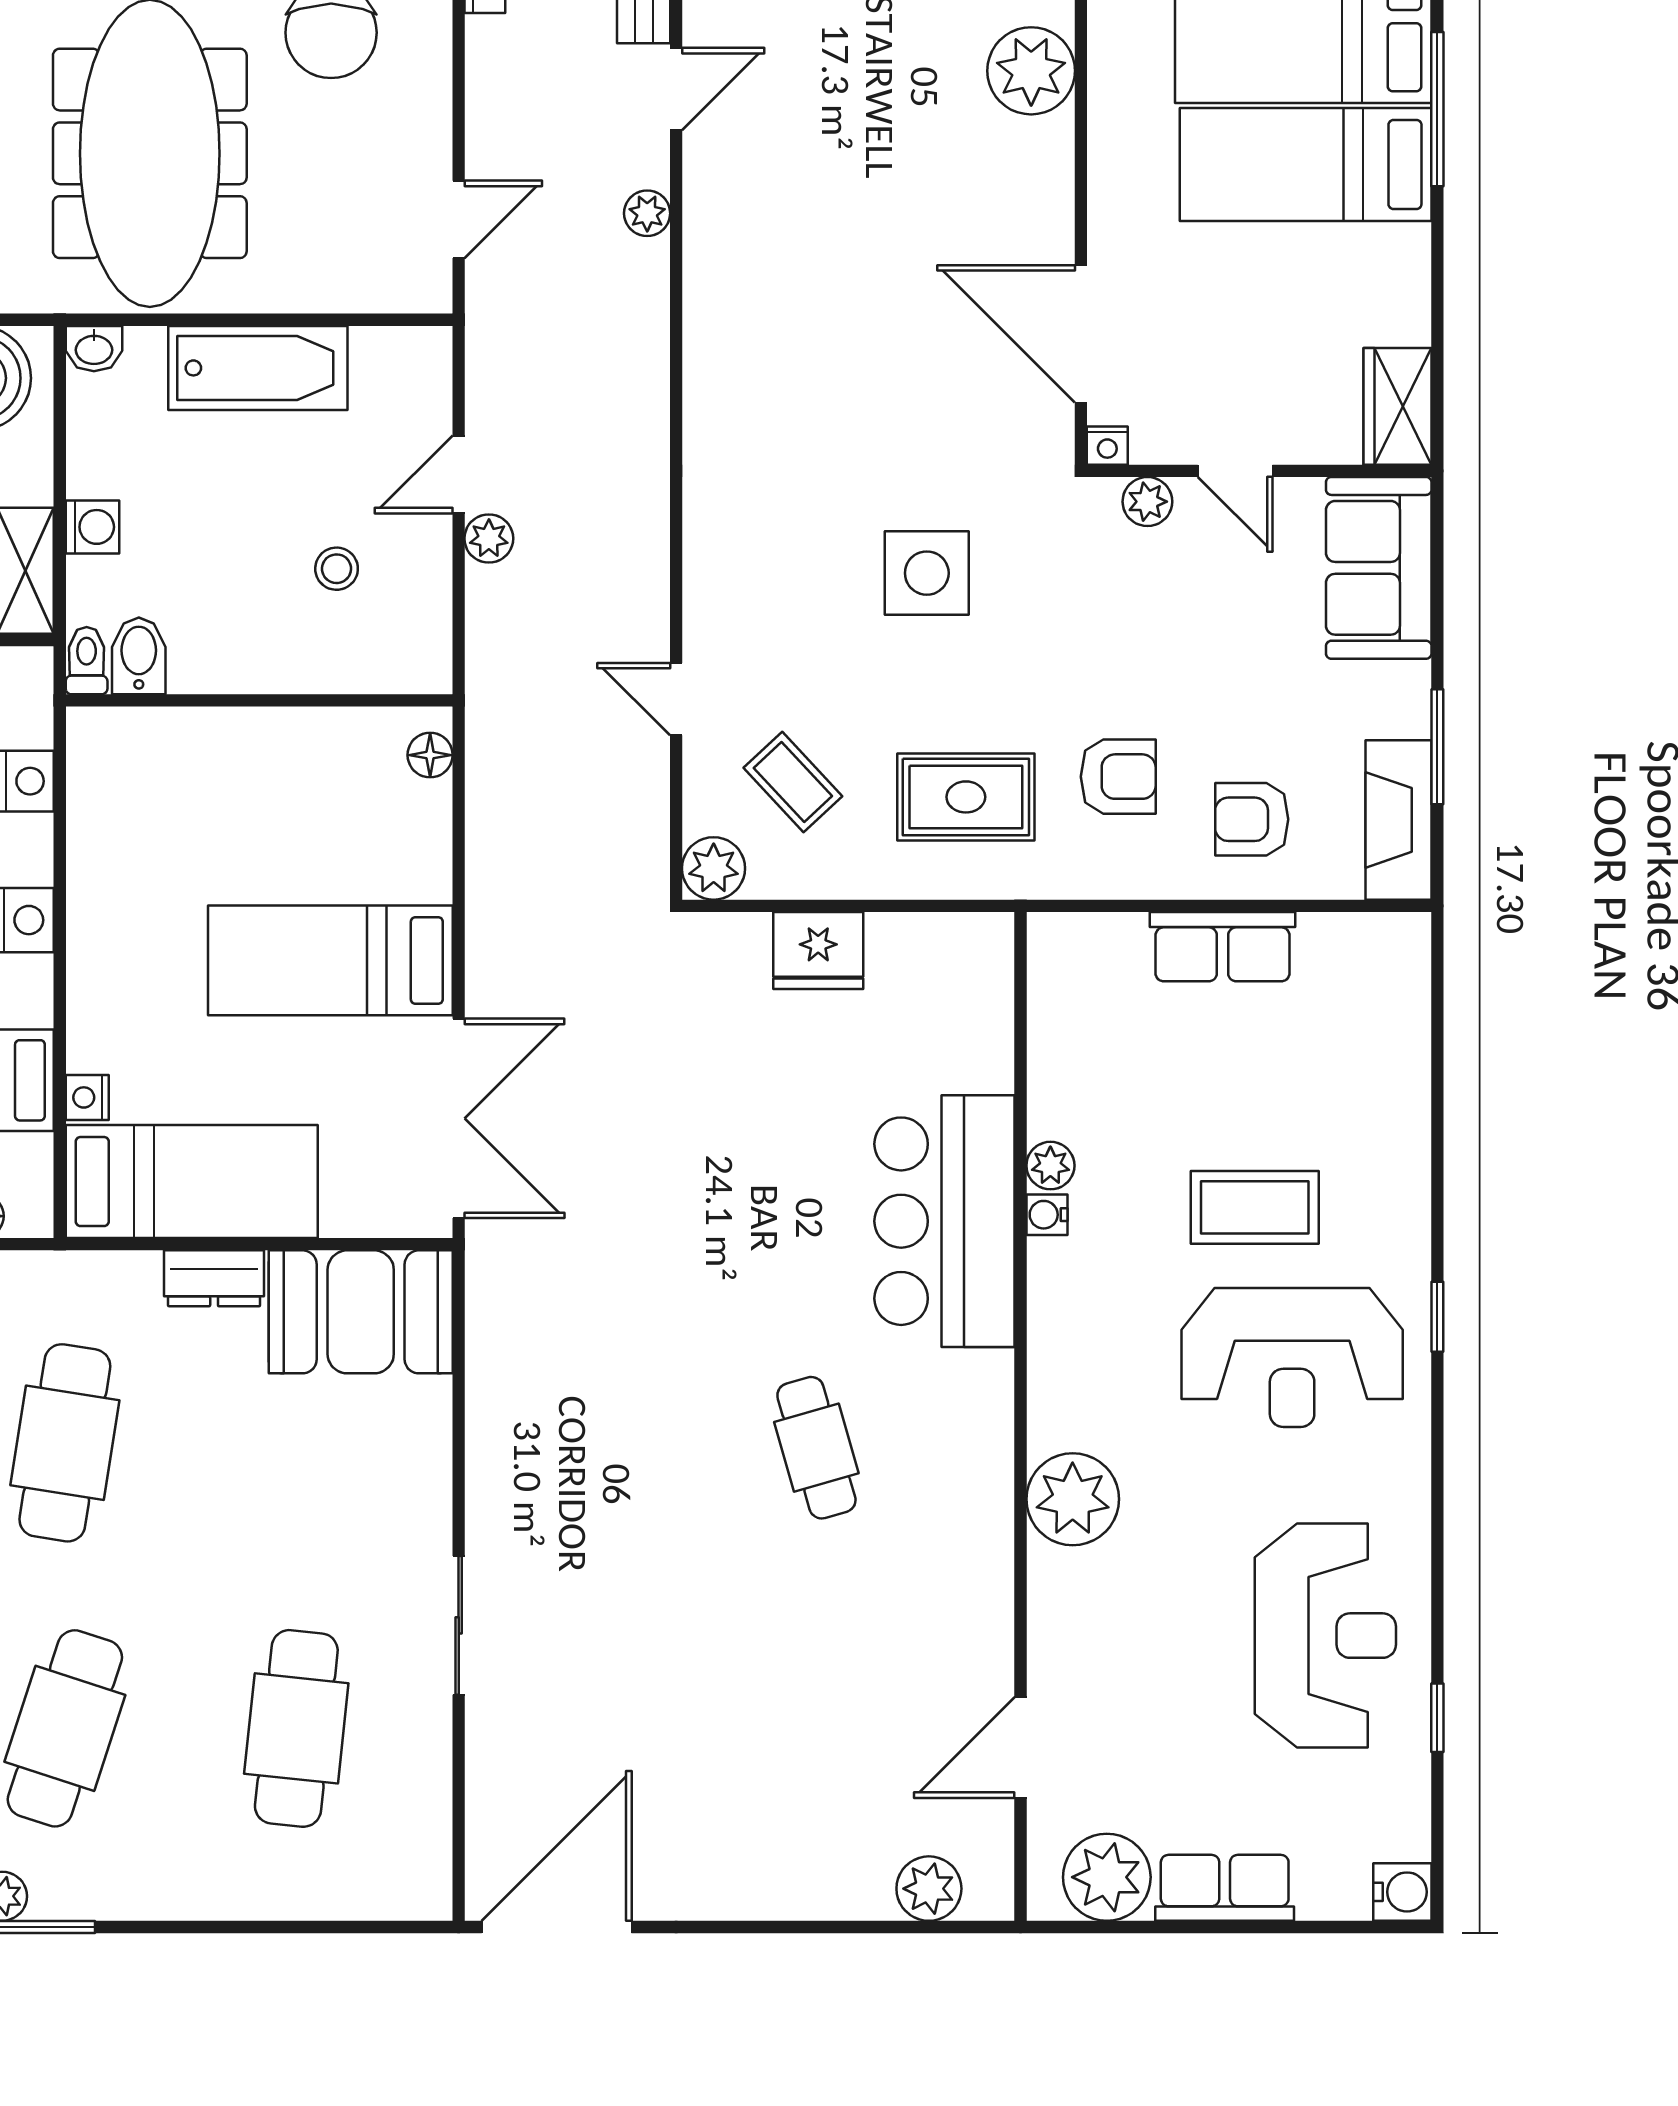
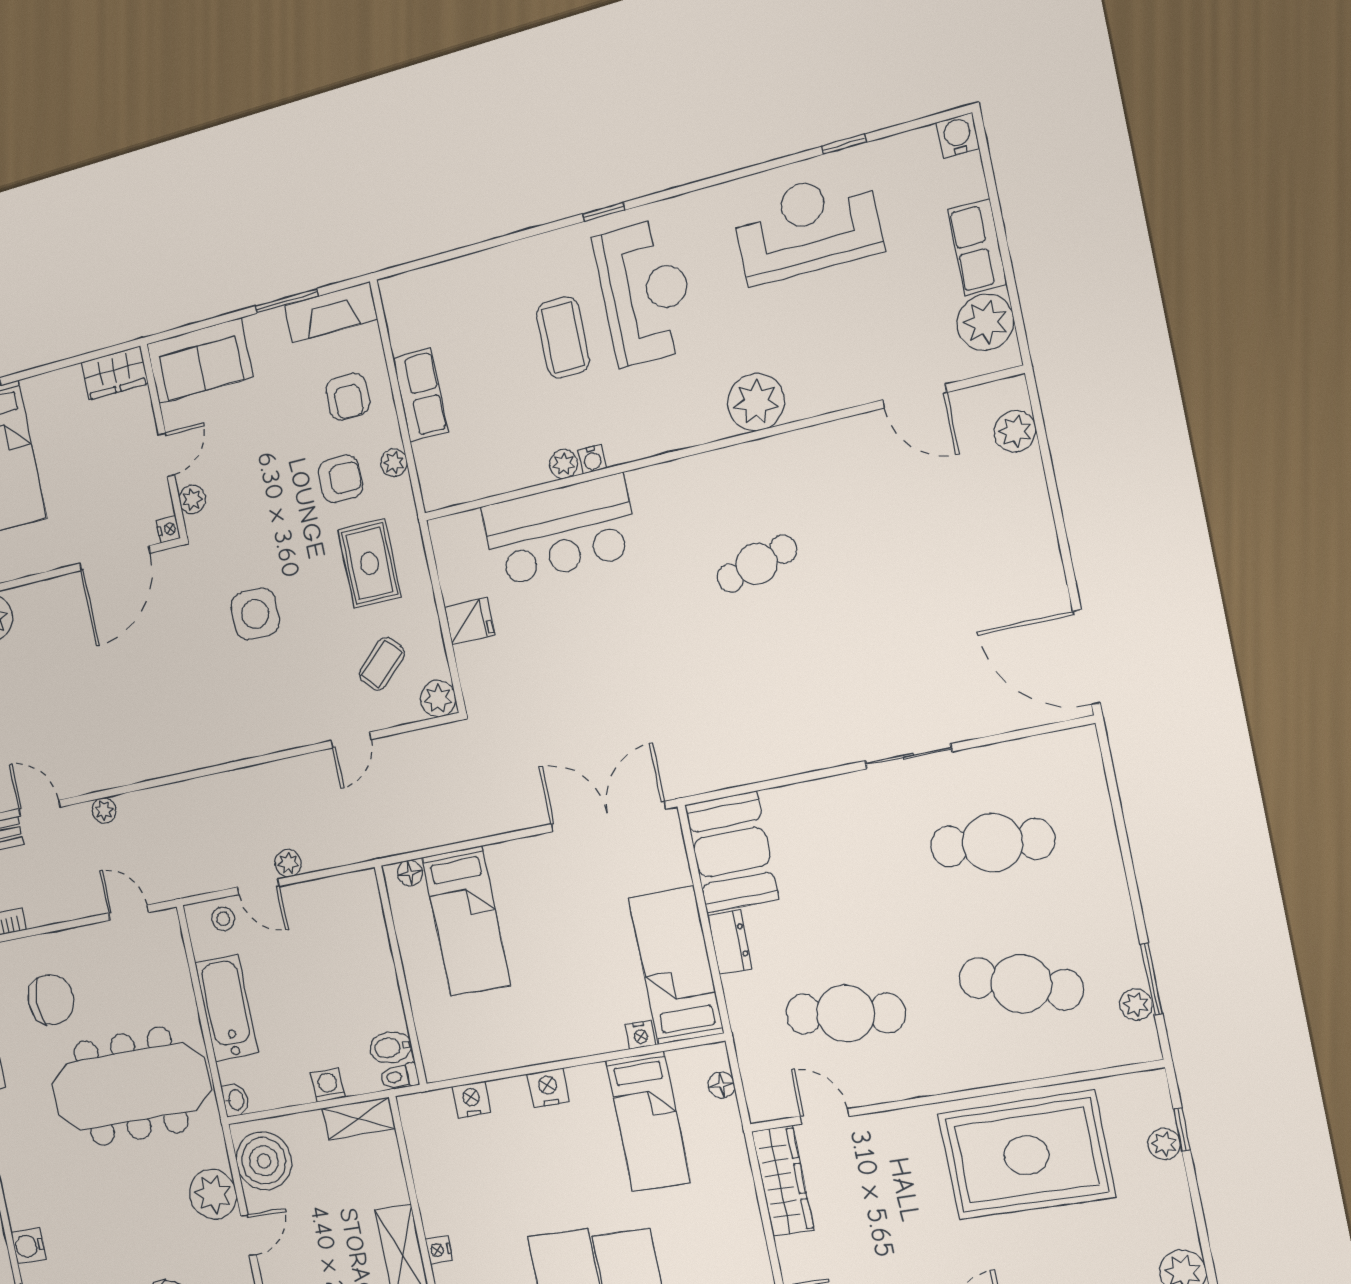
stool: (337, 569) -> (223, 919), moved
armchair: (1118, 777) -> (340, 479), turned 90
plant: (1122, 876) -> (394, 463), added
fridge: (818, 951) -> (469, 621), width x0.72
bed: (330, 960) -> (466, 921), moved
bar counter: (944, 1221) -> (560, 530), moved

